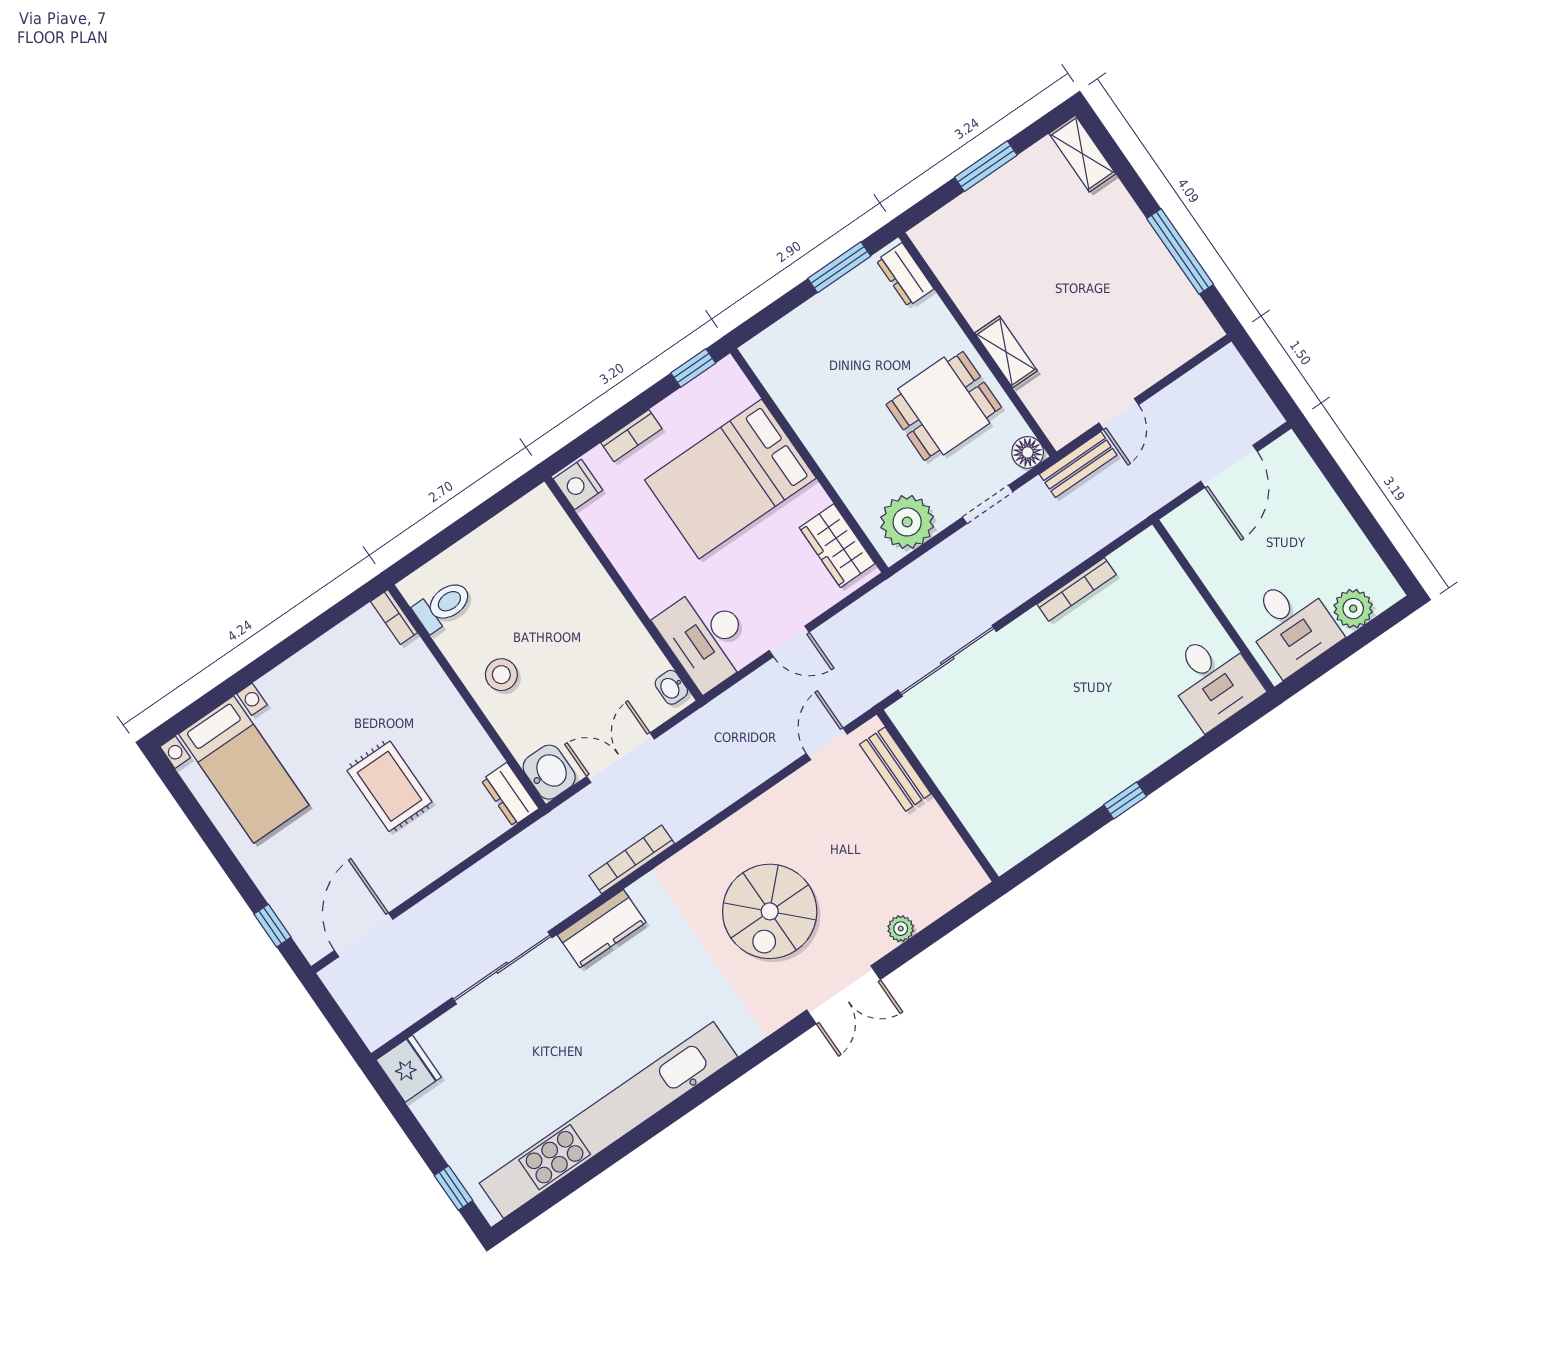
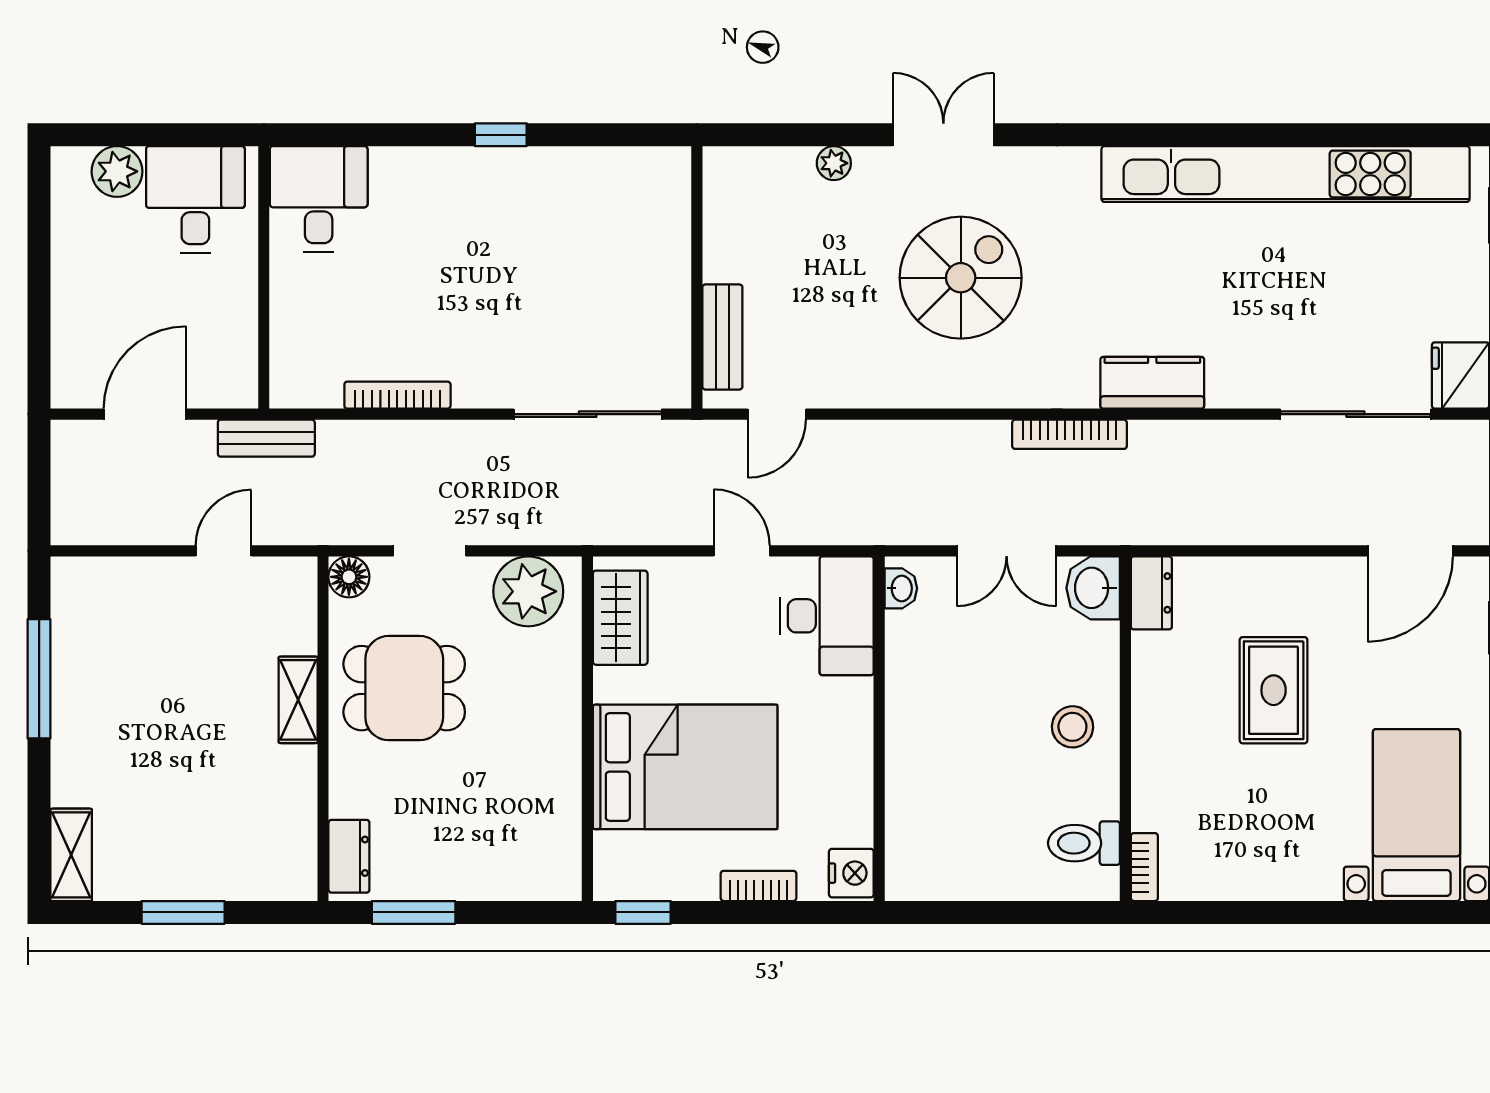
bench: (1078, 465) -> (266, 438), moved
sliding door: (502, 968) -> (1355, 414), moved

